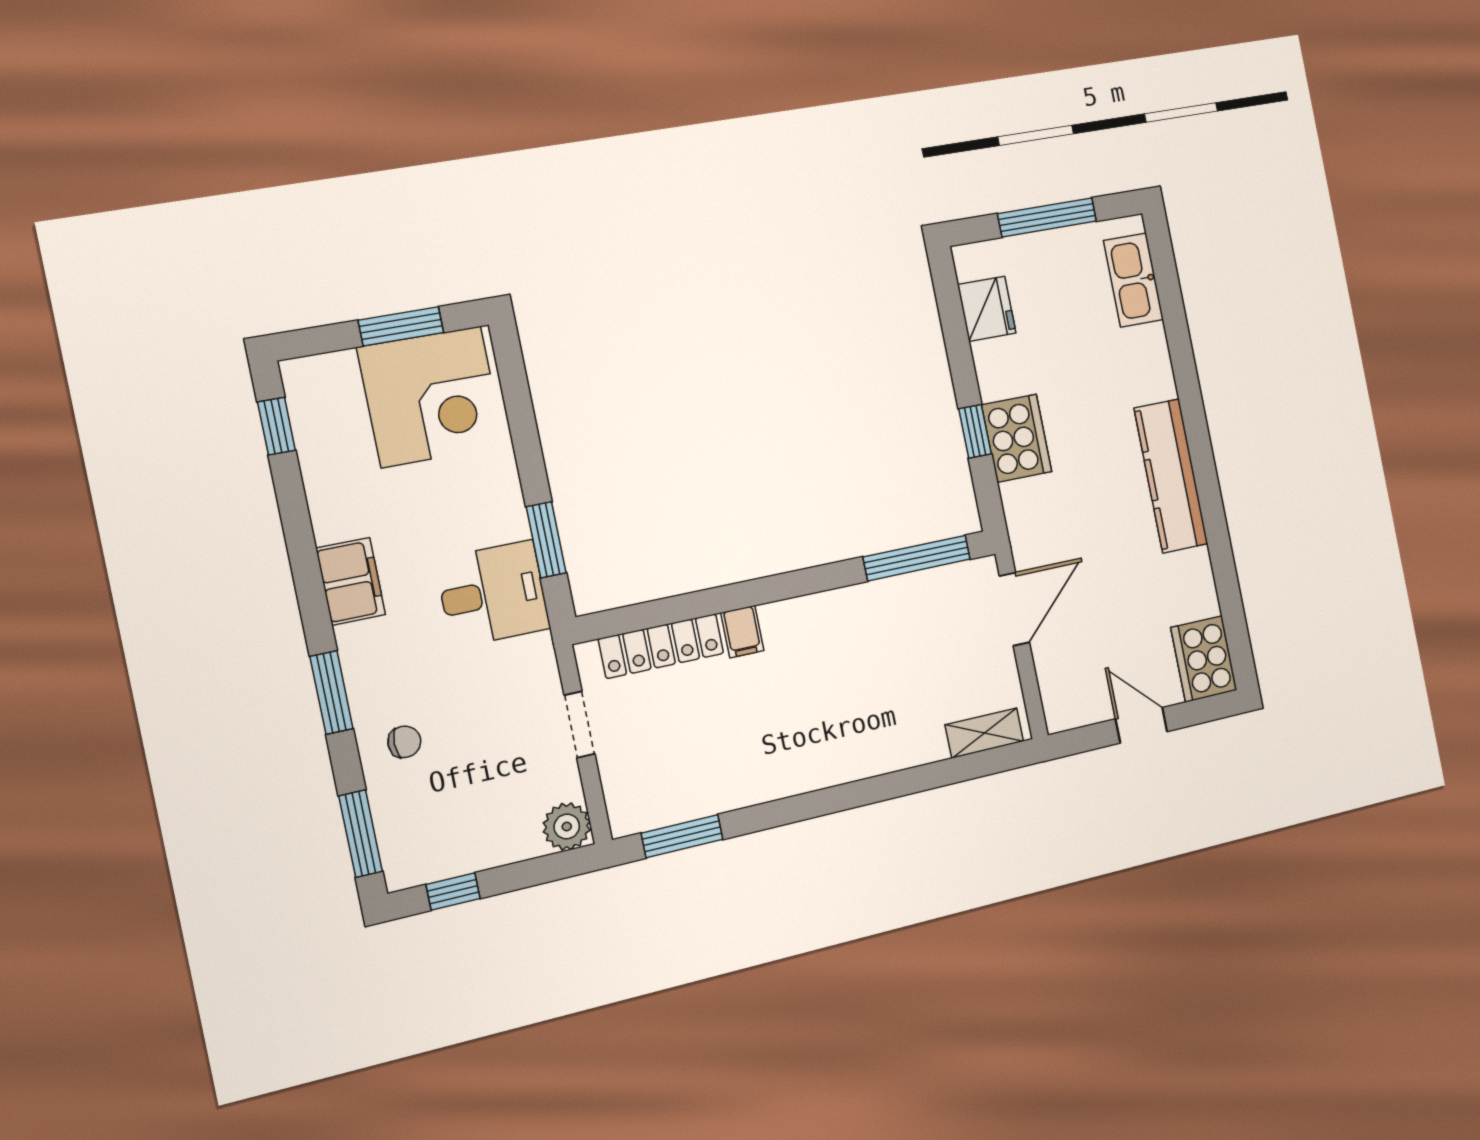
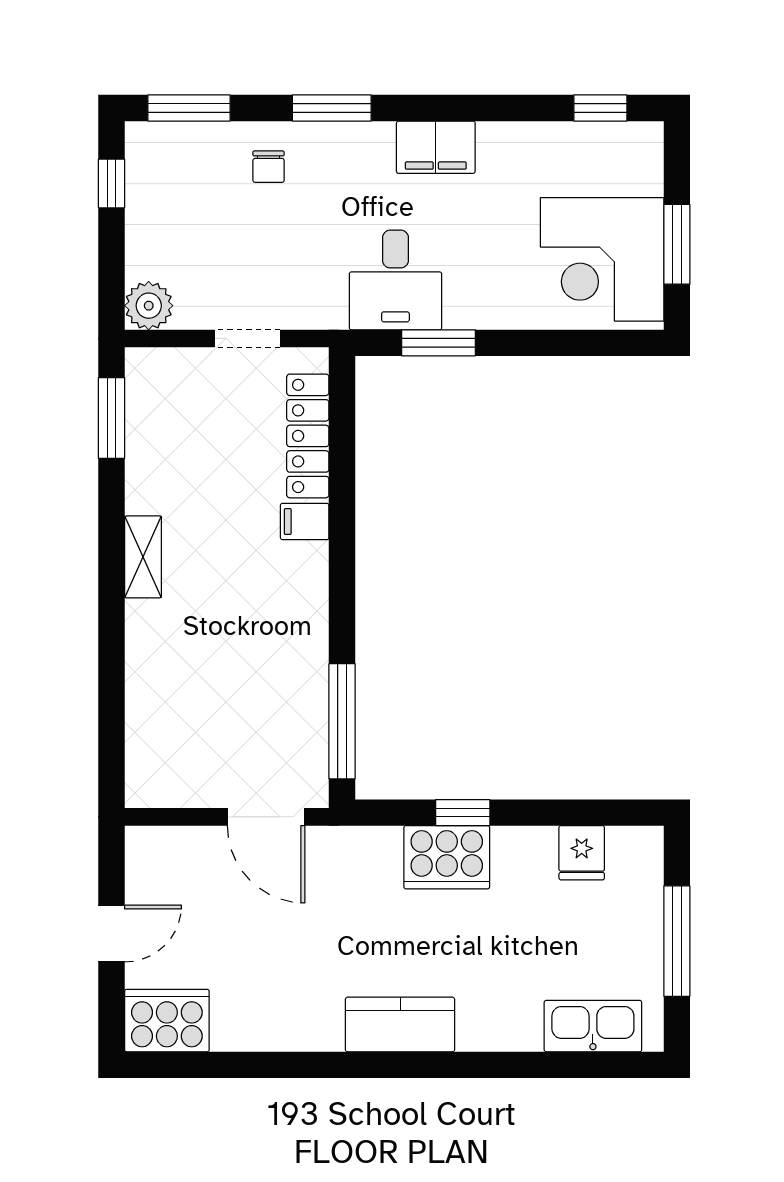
fridge: (987, 309) -> (582, 853), width x0.72
kitchen counter: (1171, 476) -> (400, 1024), width x0.67
shelving: (984, 733) -> (143, 557), moved

